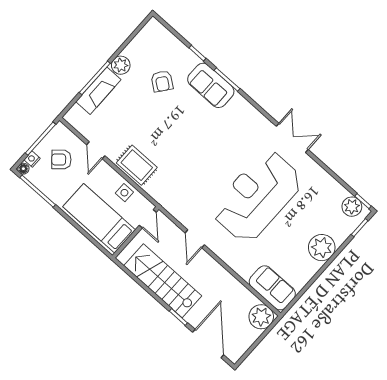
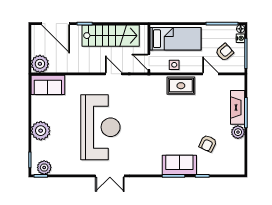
armchair: (162, 81) -> (208, 143), turned -102

